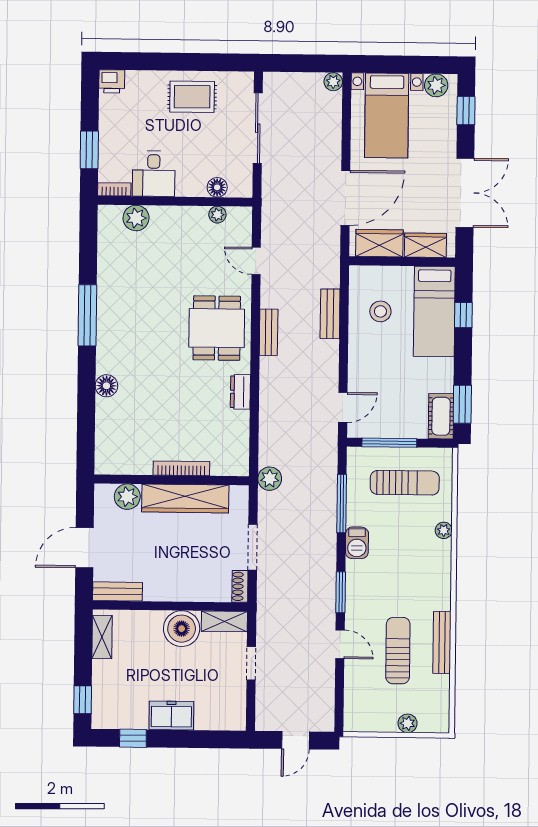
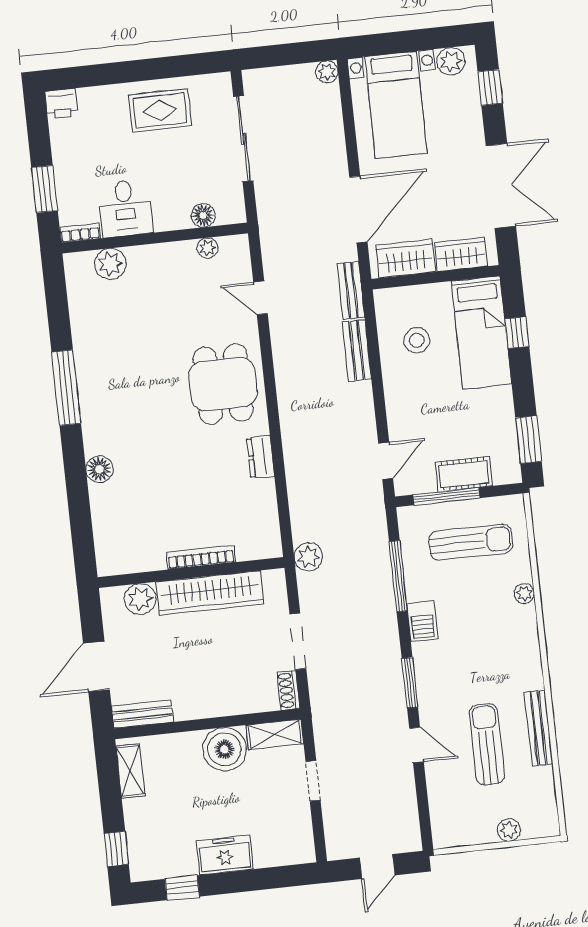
bench: (269, 332) -> (351, 290), moved
cot: (441, 416) -> (464, 474), moved, turned 90

